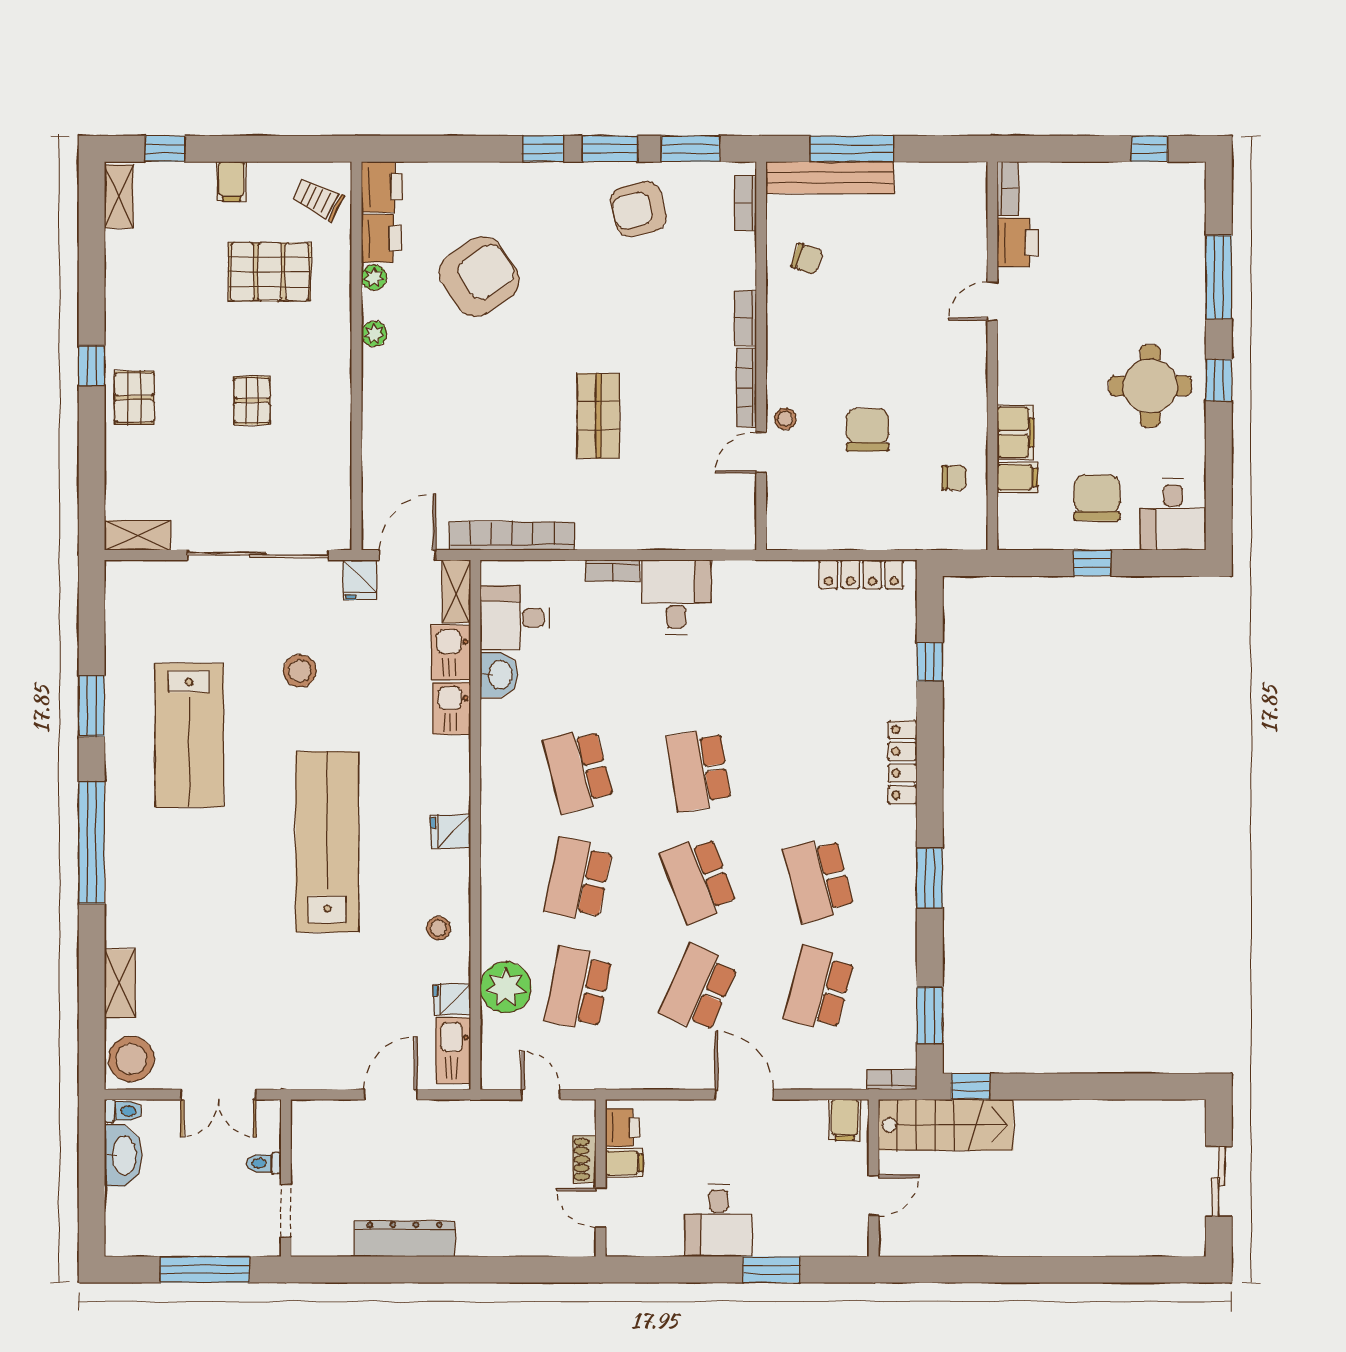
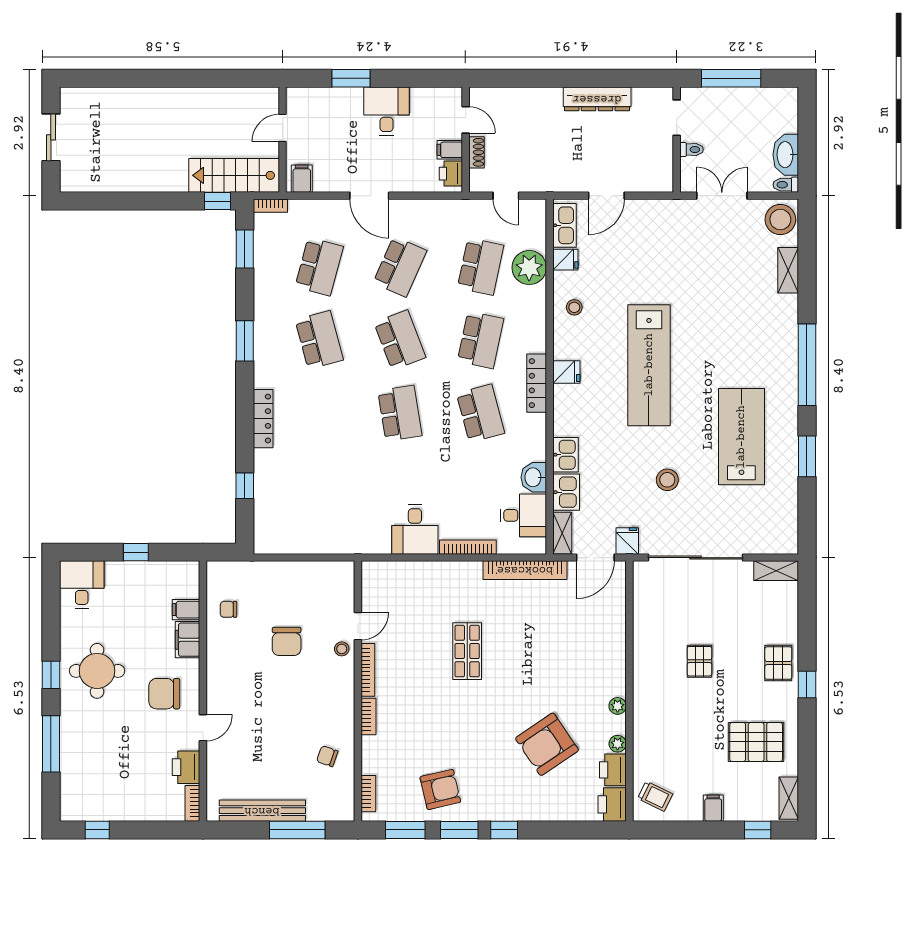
bench: (830, 178) -> (262, 811), moved
pallet: (270, 272) -> (756, 742), moved
chair: (1097, 498) -> (164, 694), moved, turned 90
bookcase: (612, 571) -> (468, 547), width x1.56
locker: (861, 574) -> (537, 383), moved, turned -90

